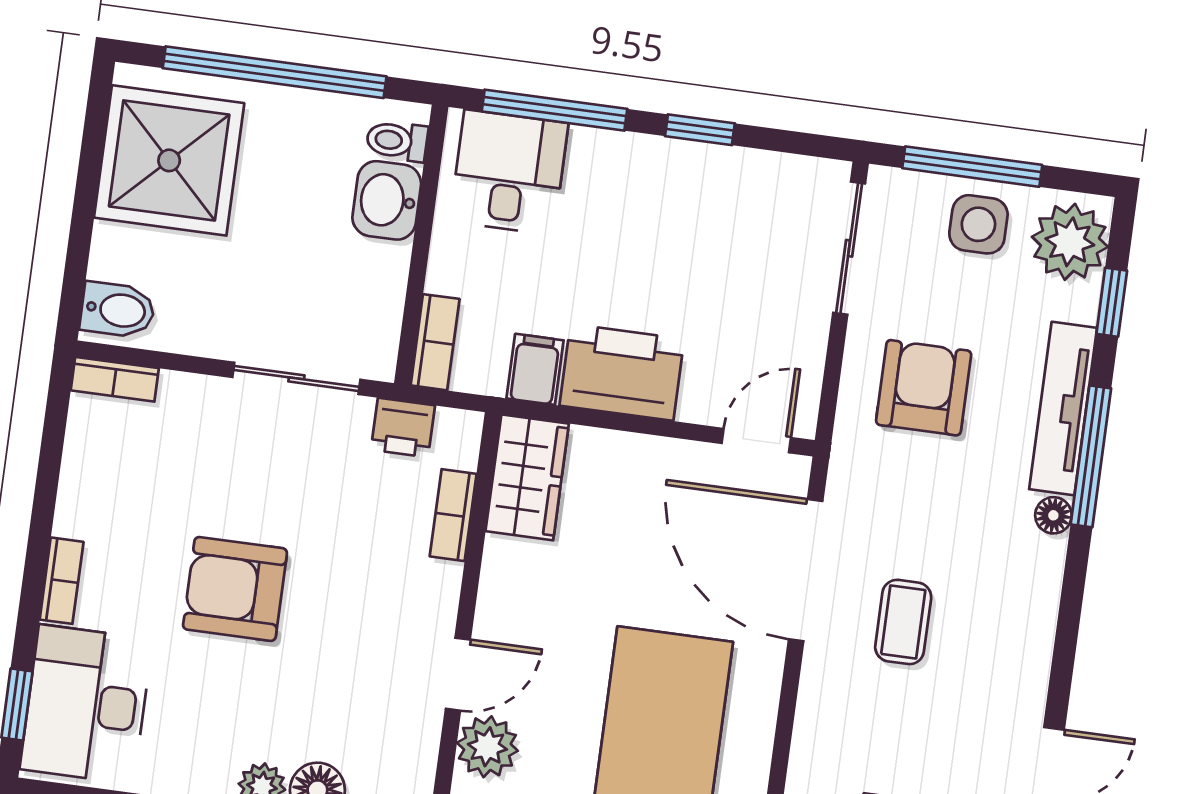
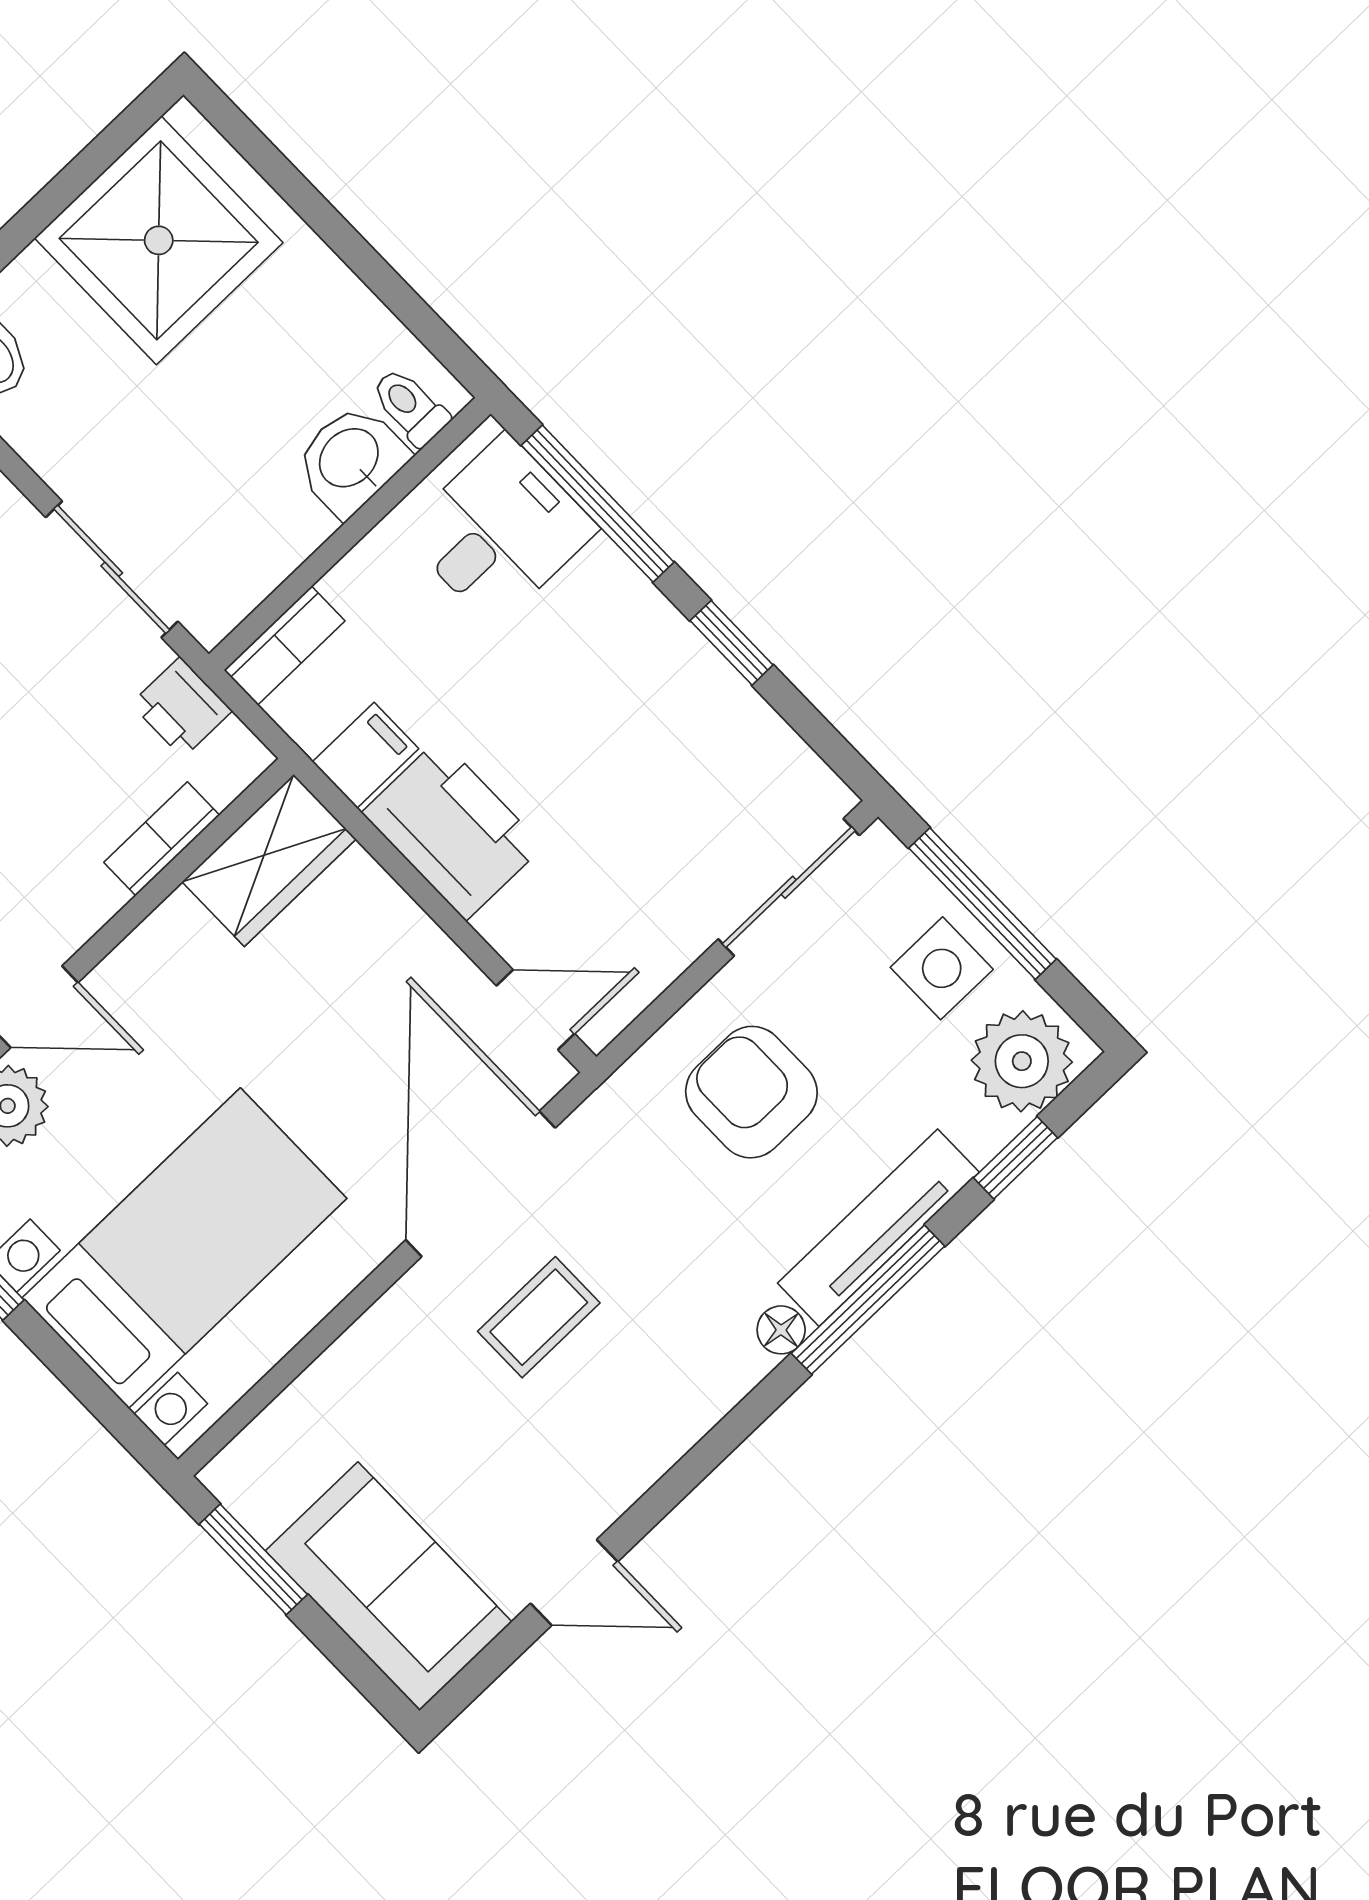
window: (275, 72) -> (340, 236), removed
armchair: (924, 388) -> (751, 1092), turned -90

